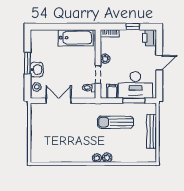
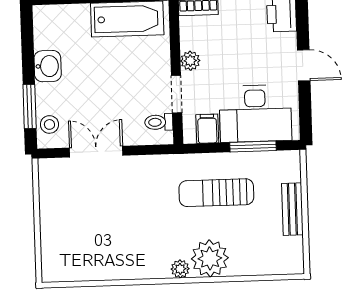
window: (27, 63) -> (30, 106), moved
door: (159, 63) -> (304, 65), hinge flipped
washbasin: (37, 70) -> (48, 66), moved
bench: (152, 131) -> (292, 209), width x0.73
plant: (107, 158) -> (210, 258), width x1.88, depth x1.88

